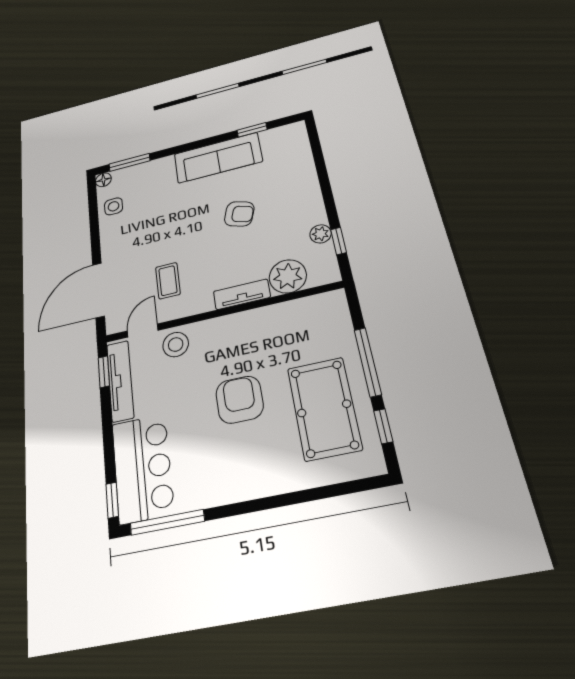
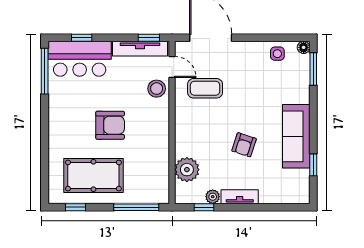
coffee table: (168, 281) -> (205, 88), width x1.36, depth x1.30
tv unit: (242, 294) -> (240, 197), moved, turned -90
window: (368, 362) -> (136, 207), moved
window: (112, 500) -> (82, 38), moved

